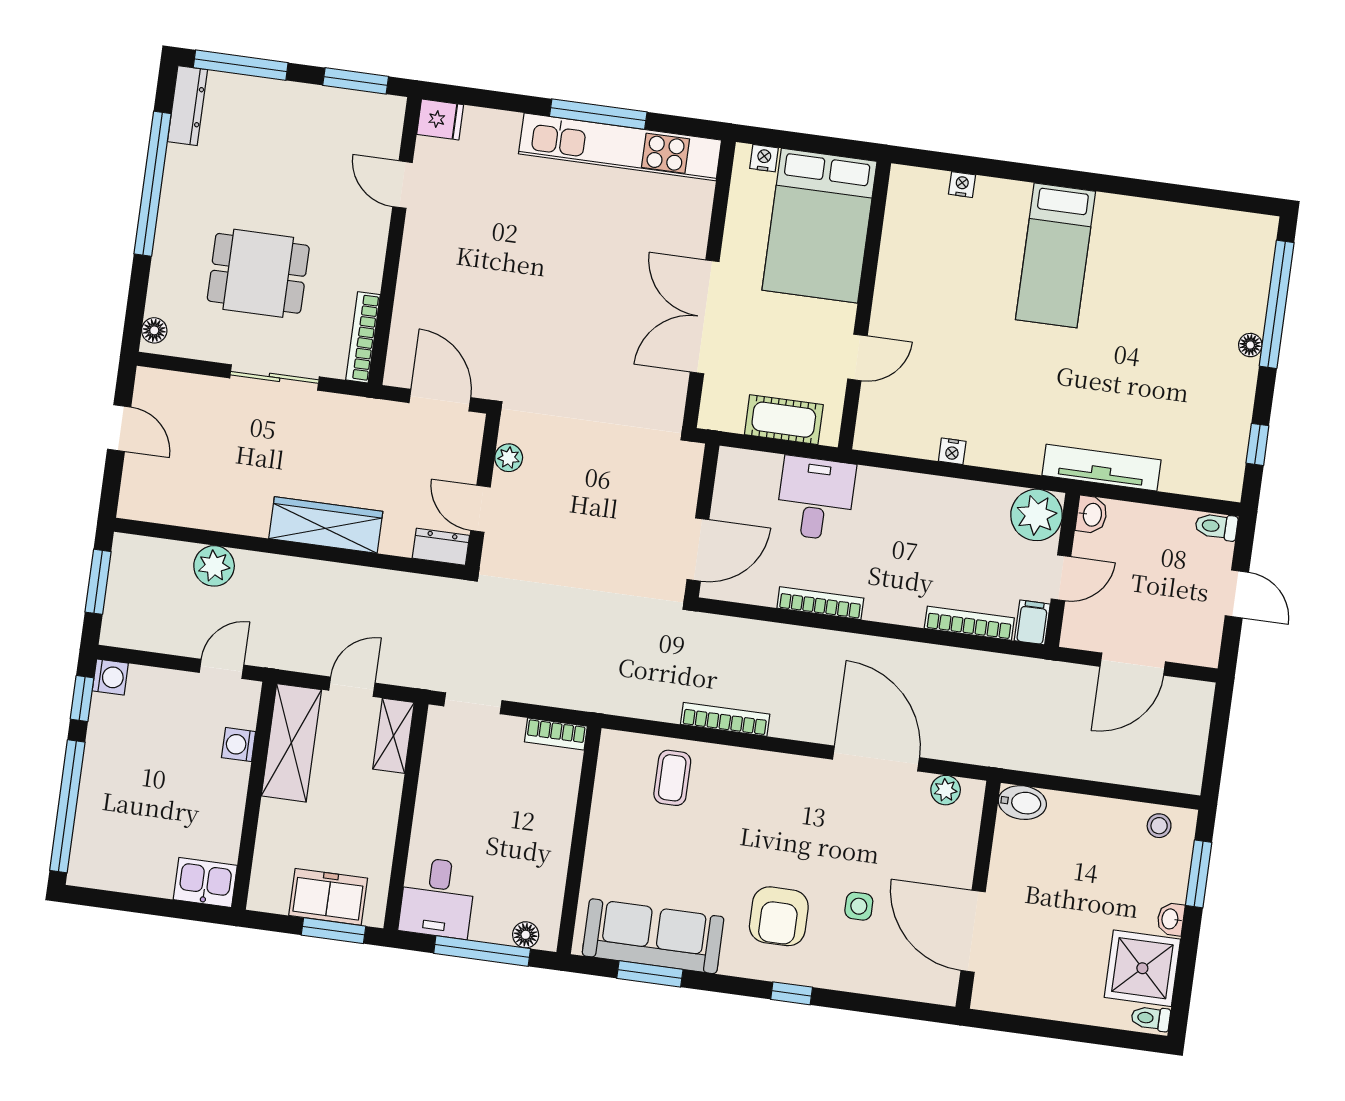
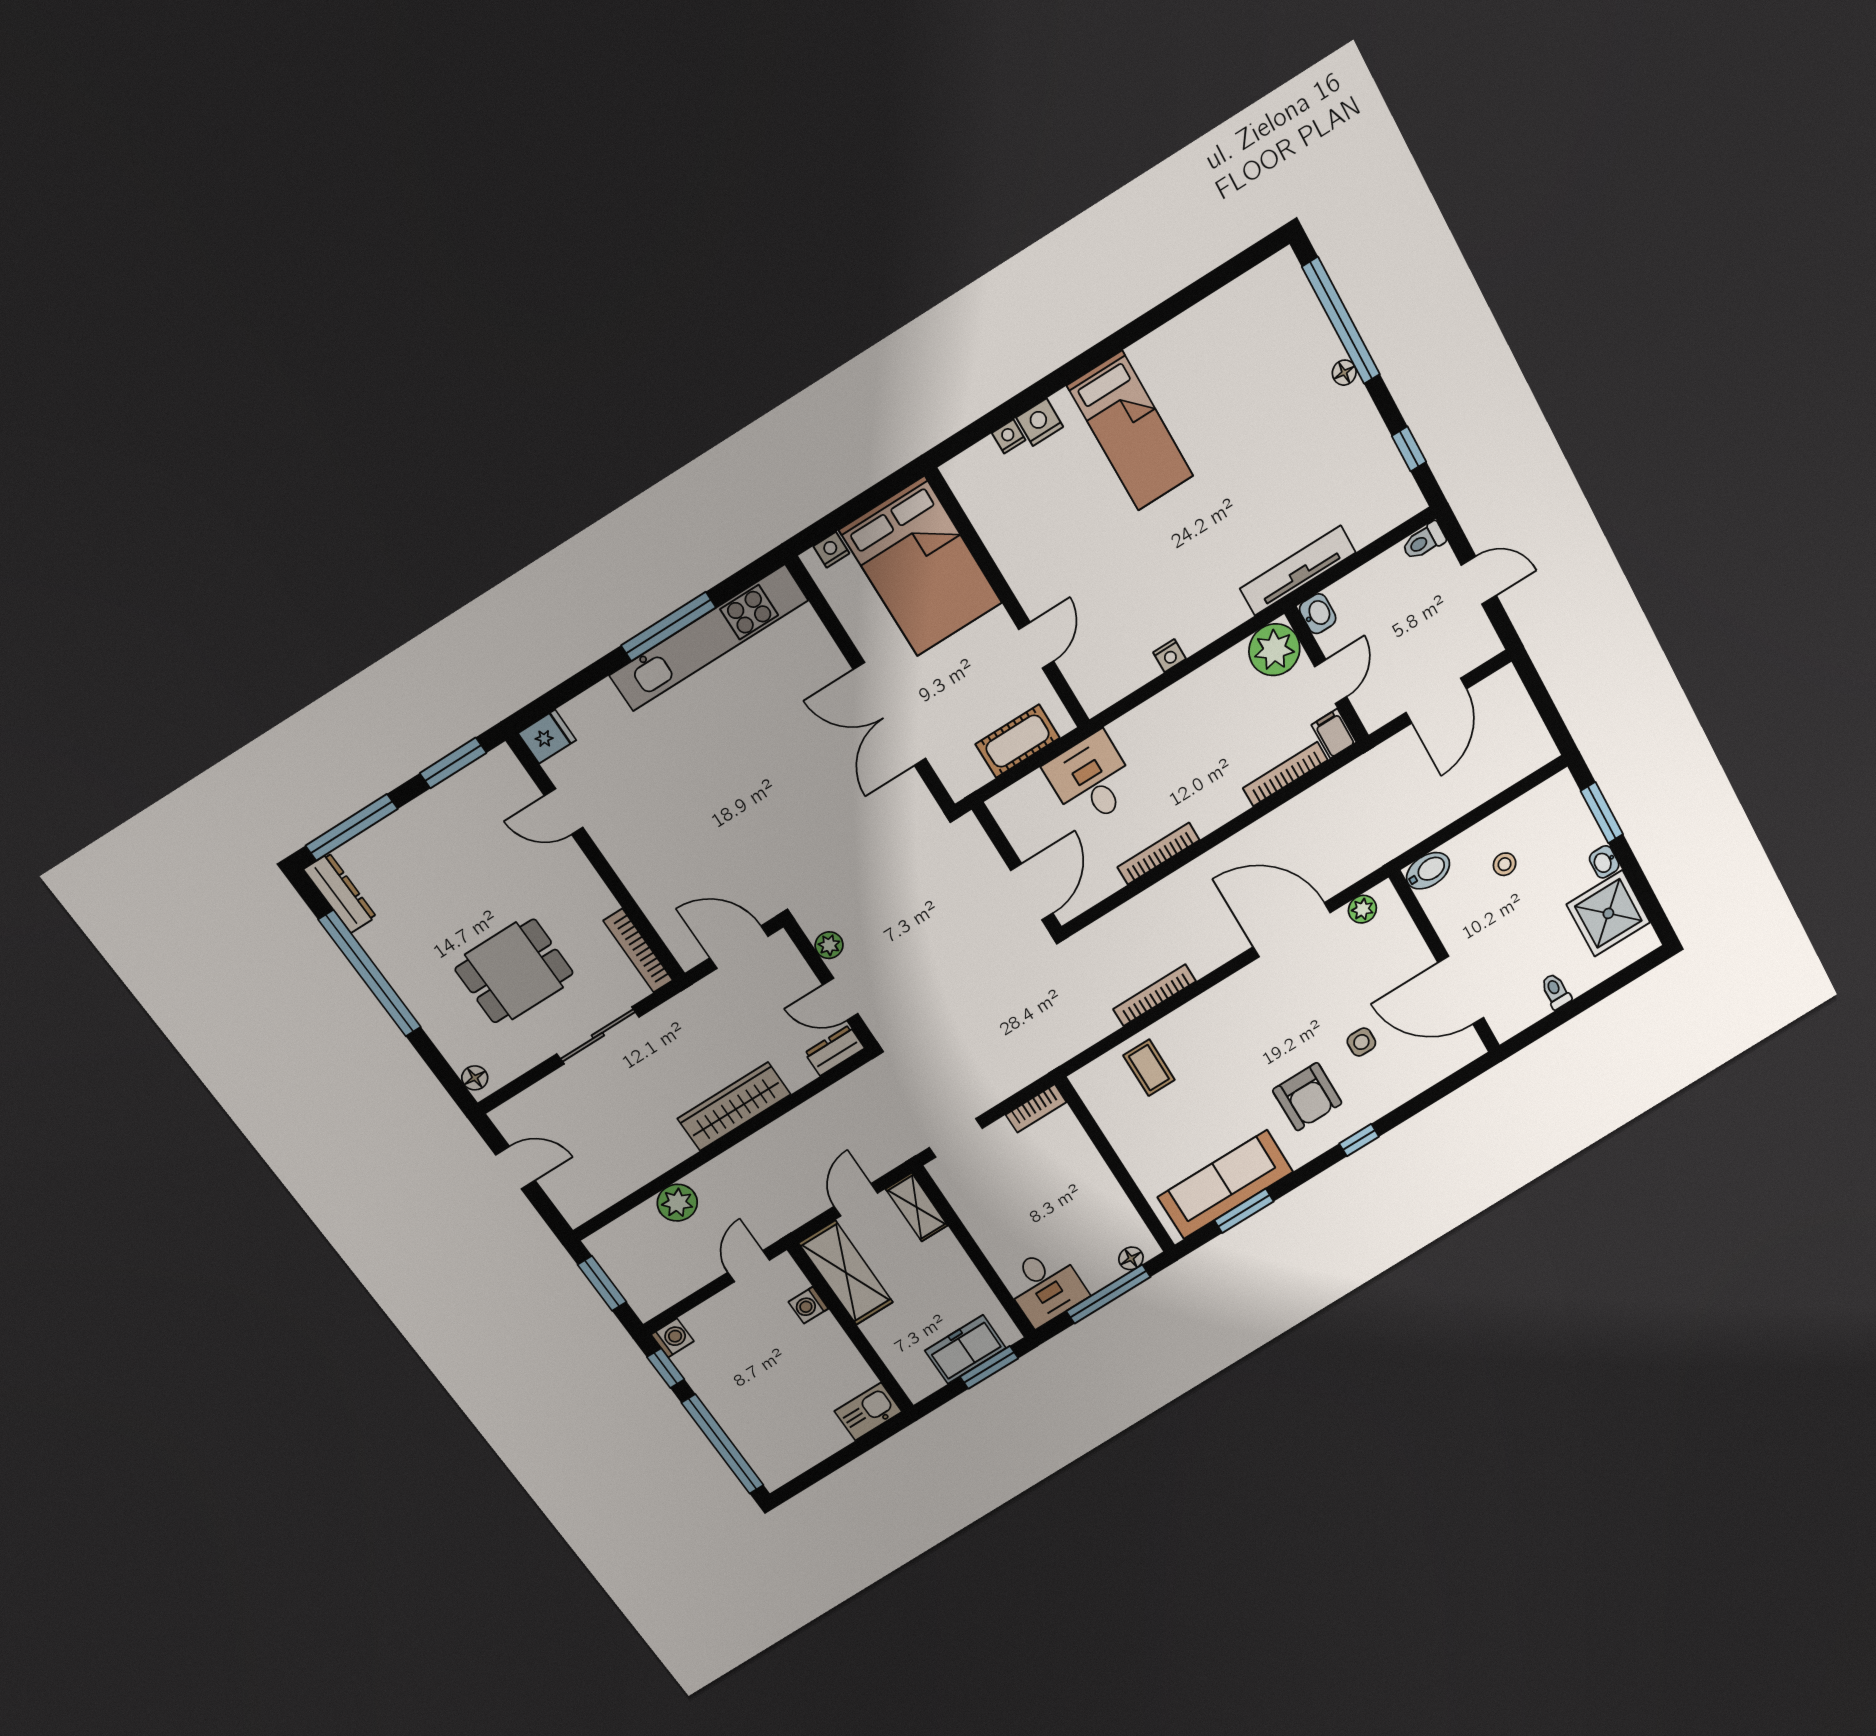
nightstand: (993, 193) -> (1040, 422), added
stool: (1159, 826) -> (1505, 864), moved
toilet: (1151, 1018) -> (1556, 991), moved, turned 90

